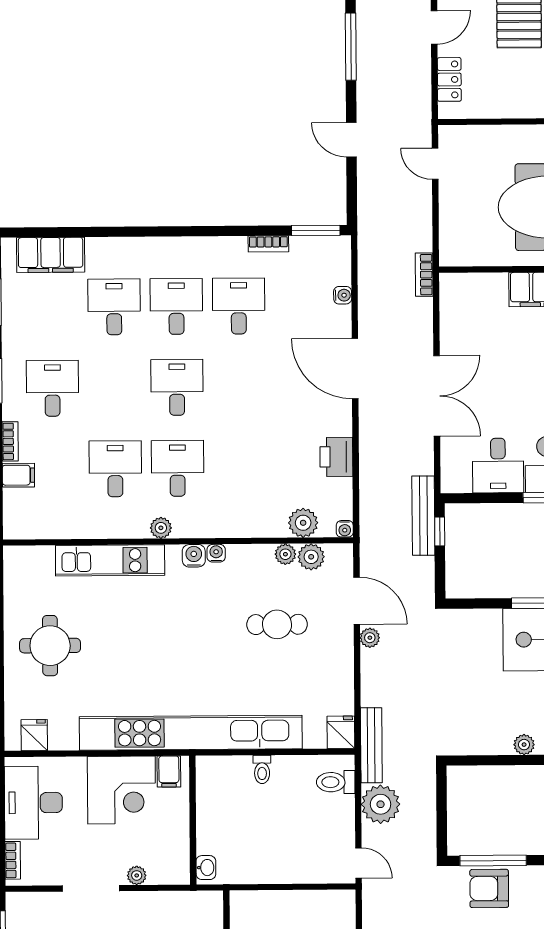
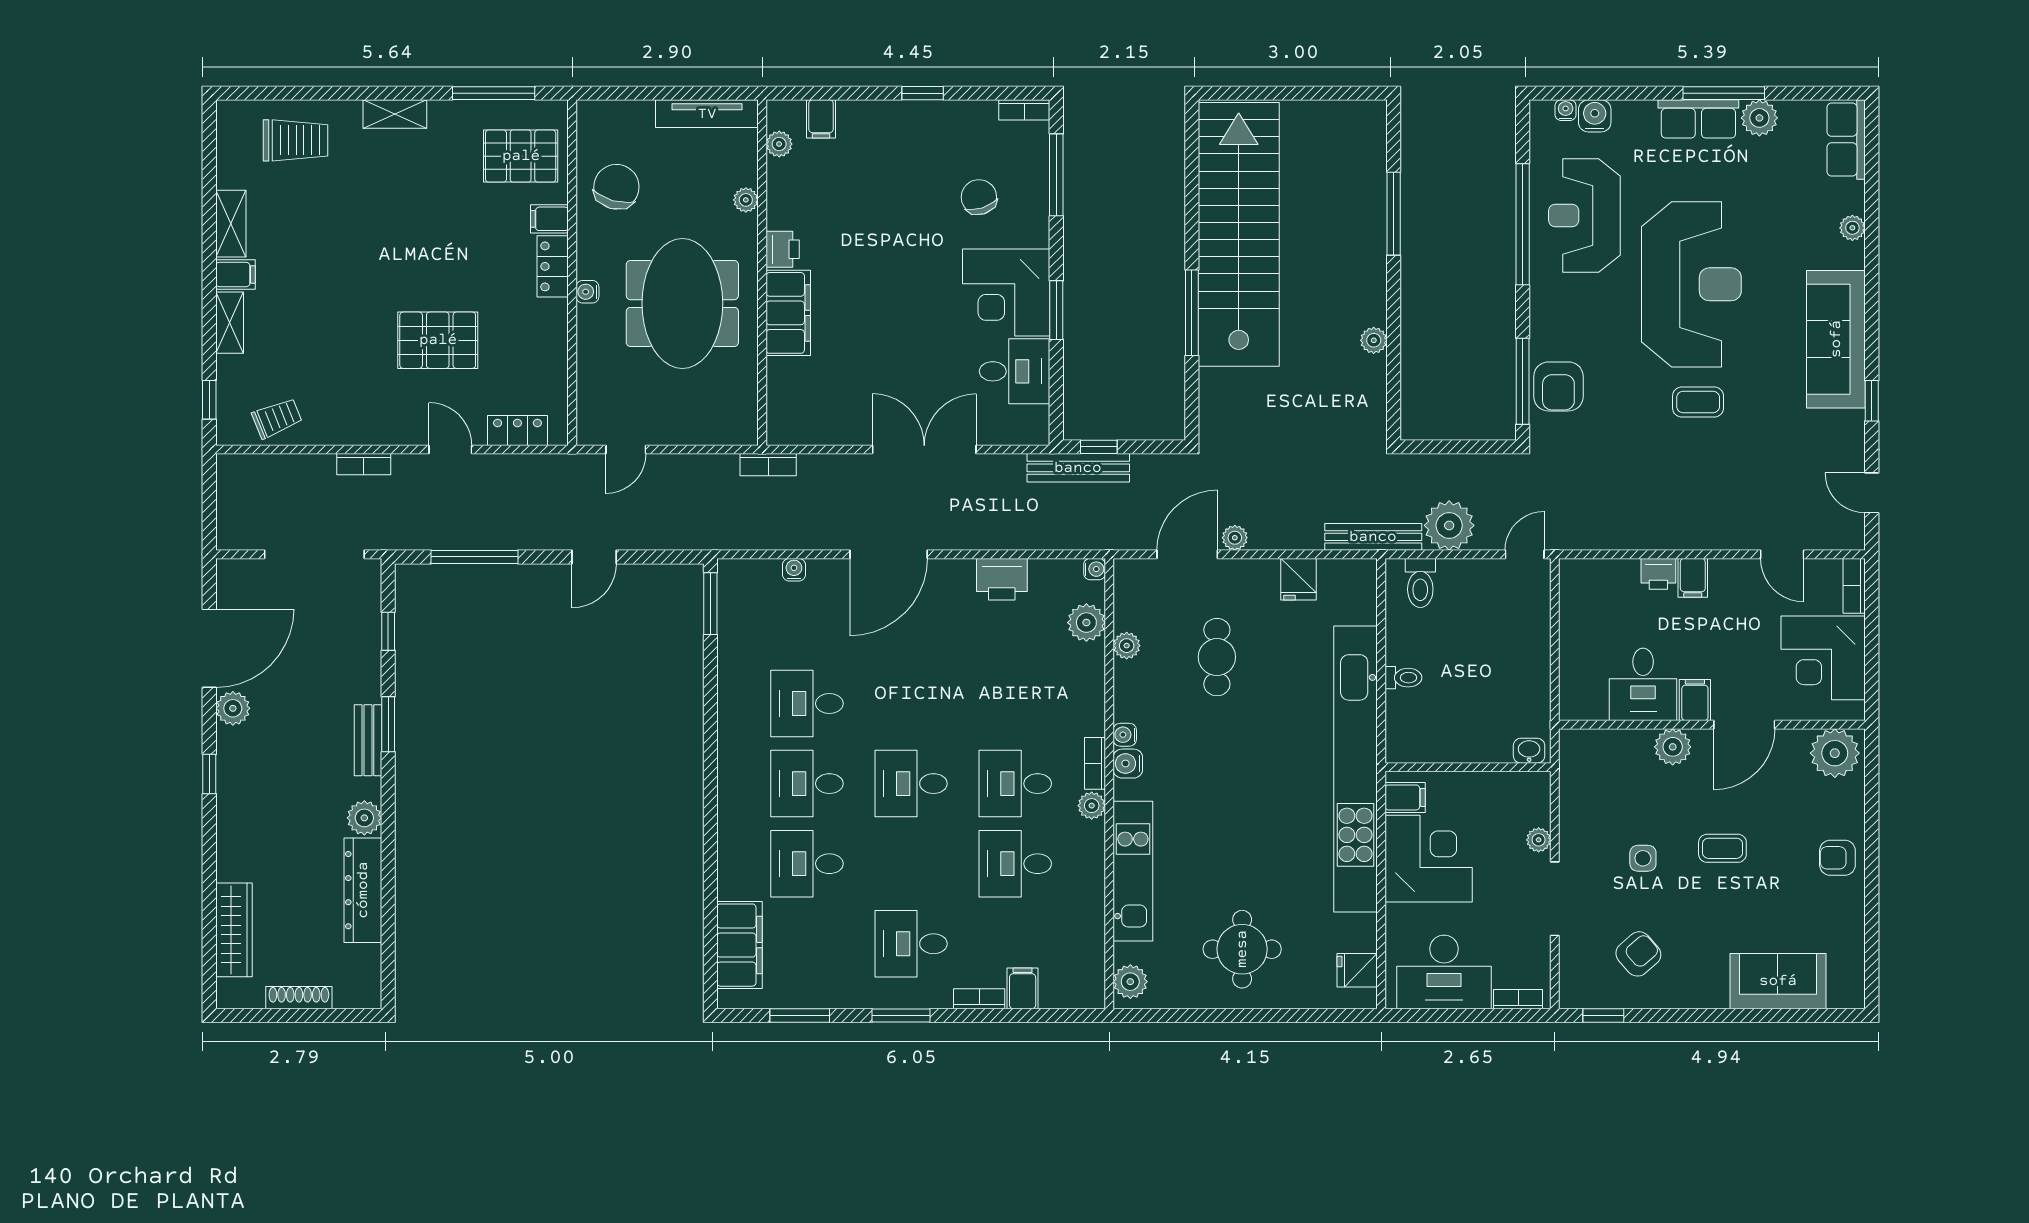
bookcase: (268, 244) -> (1095, 763), moved, turned 180
plant: (311, 557) -> (1130, 982), moved
fridge: (341, 732) -> (1299, 579), moved, turned -90

